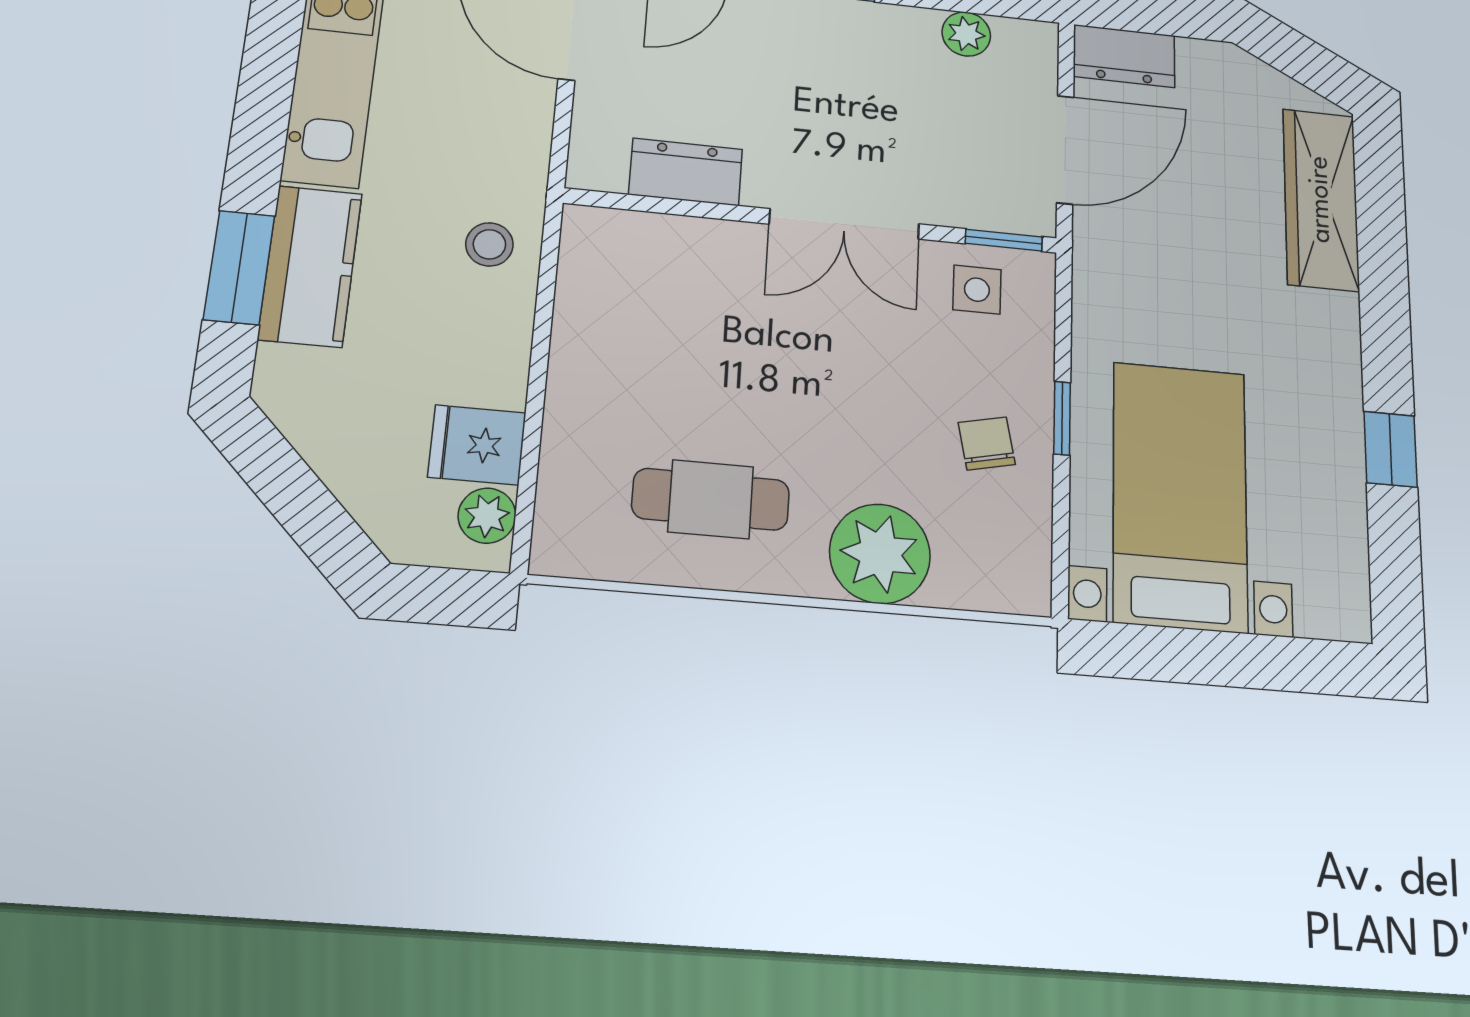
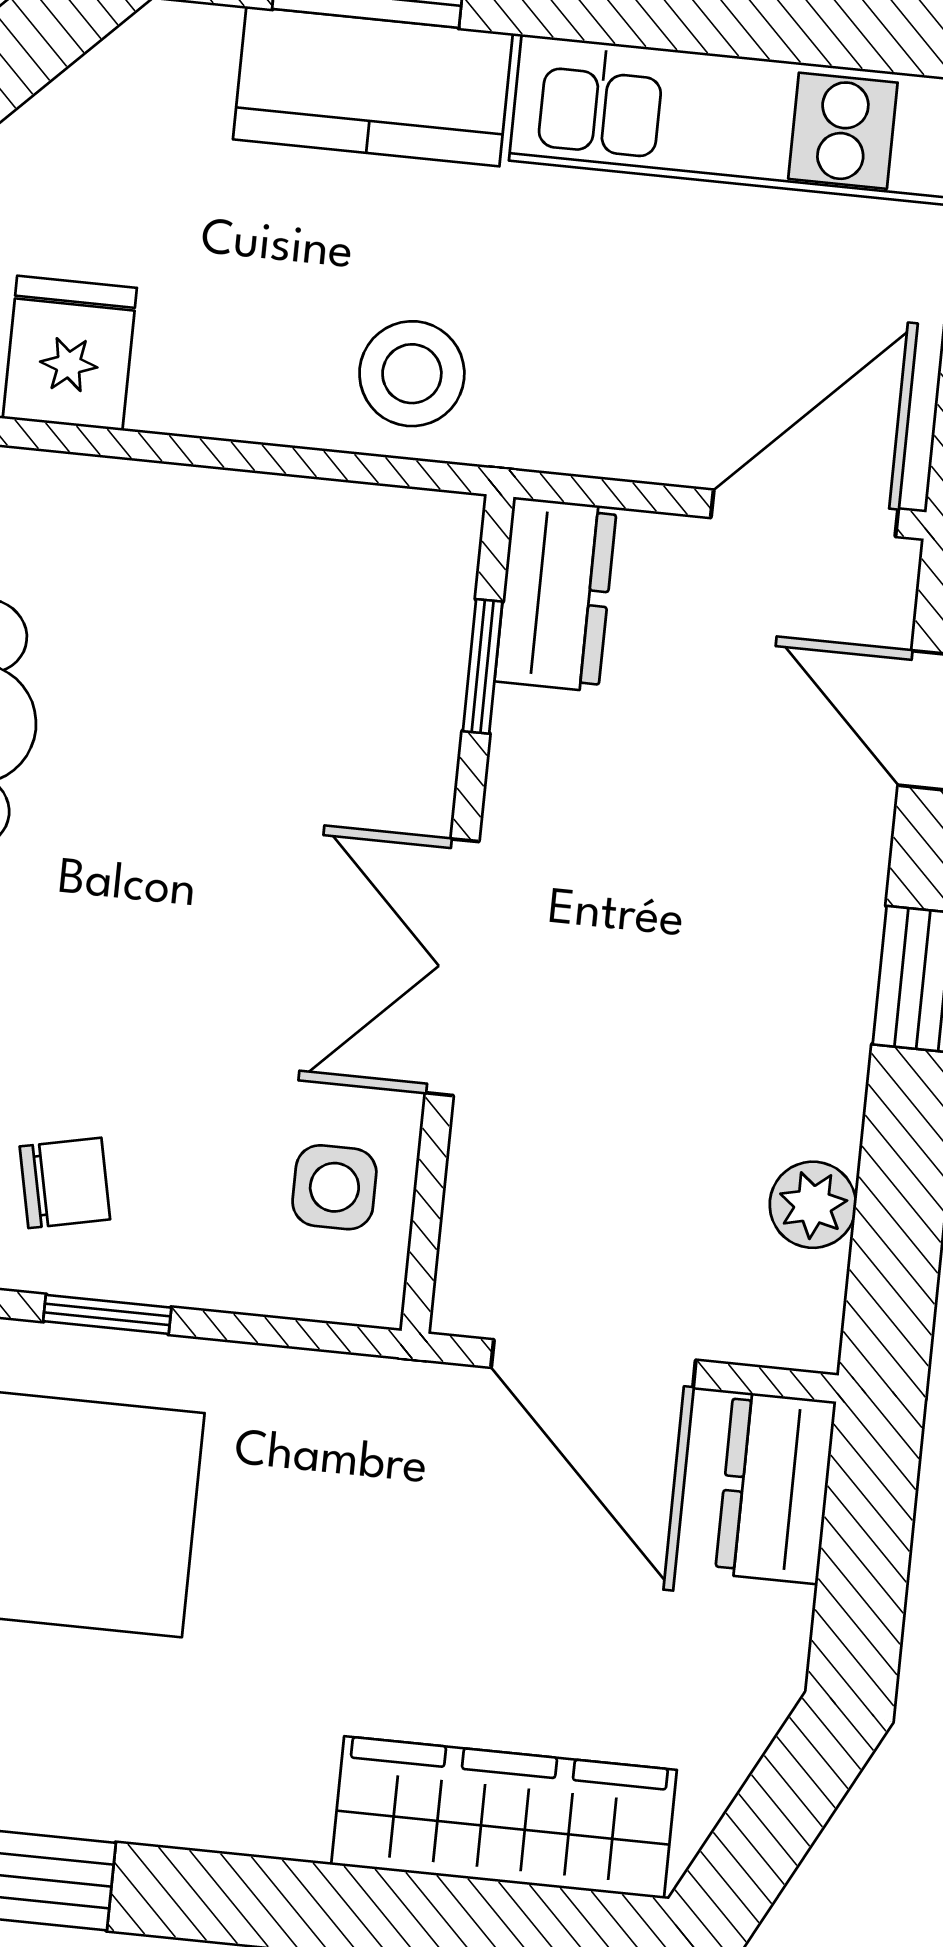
dresser: (686, 172) -> (556, 594), moved
window: (1004, 240) -> (483, 666), moved
stool: (489, 244) -> (412, 374), width x1.37, depth x1.37

